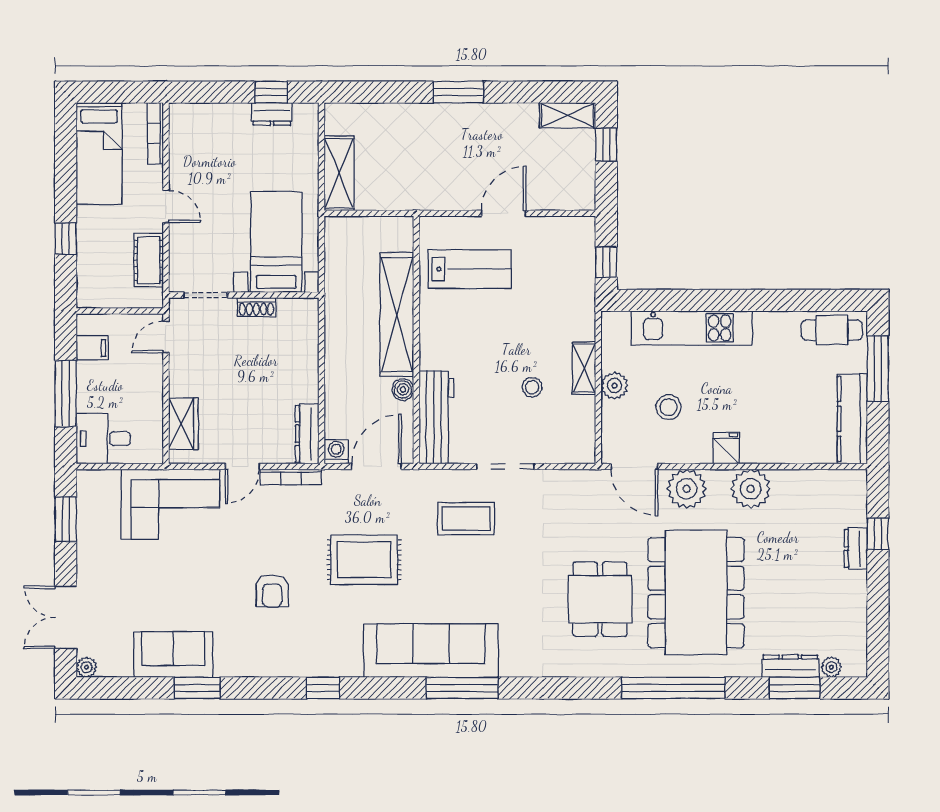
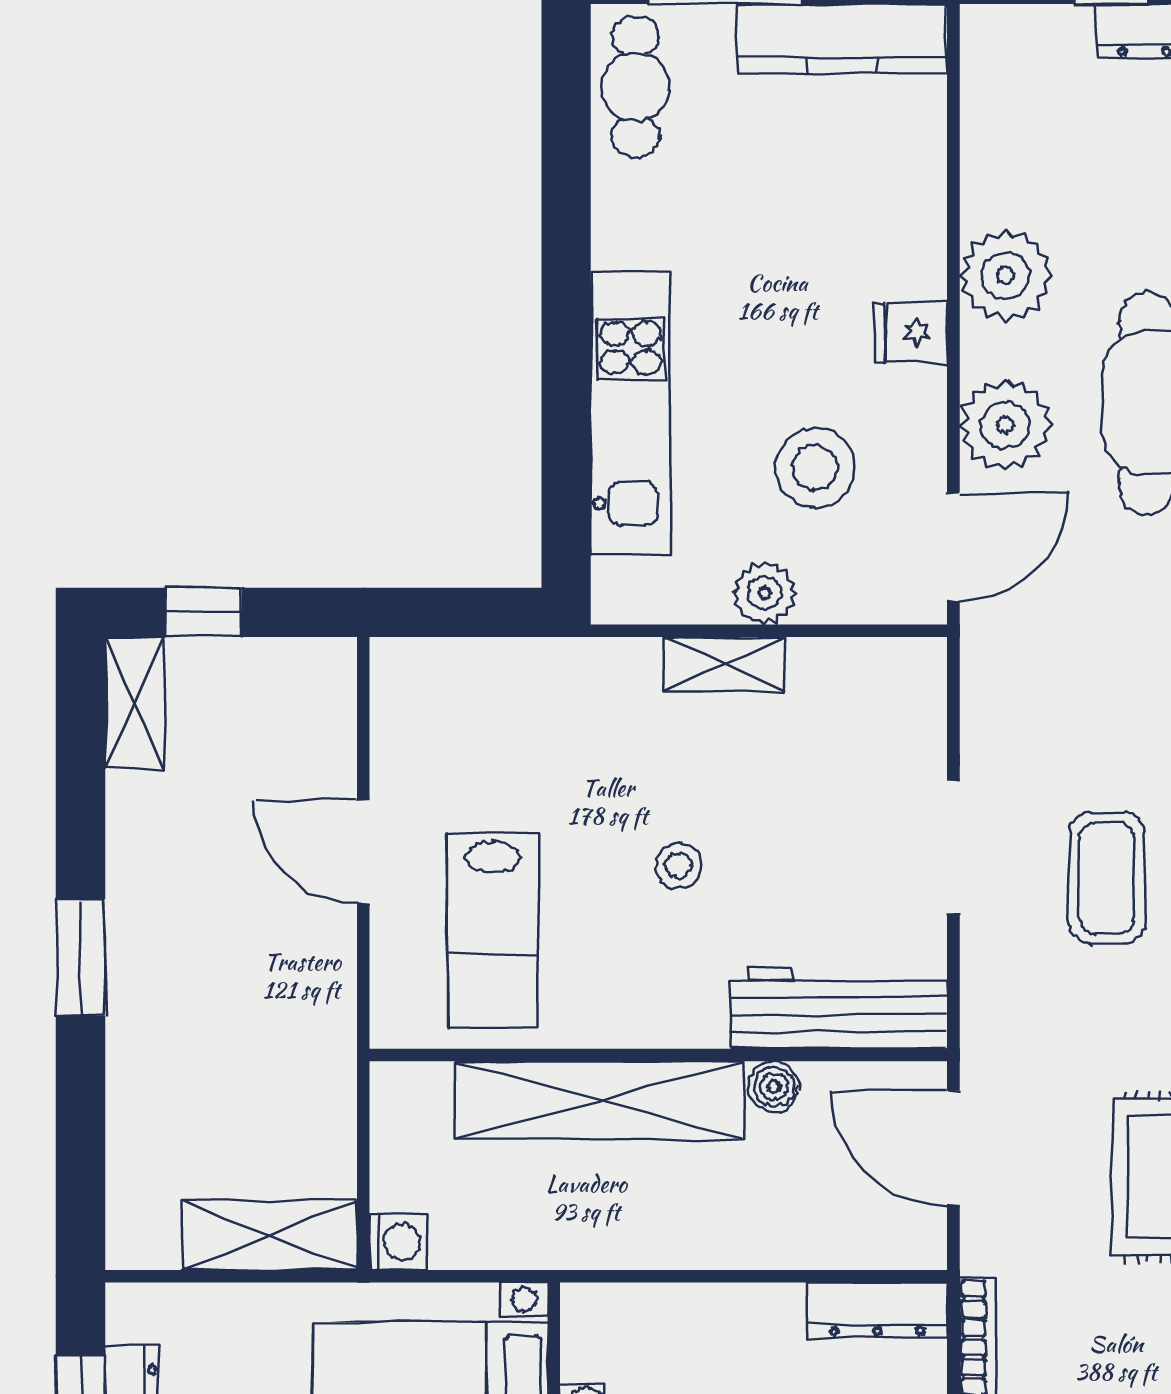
window: (606, 262) -> (477, 612), removed
lab bench: (470, 269) -> (493, 931), turned 180
stool: (532, 387) -> (678, 866), moved
stool: (668, 407) -> (815, 467), width x1.38, depth x1.38
washing machine: (336, 452) -> (398, 1242), moved, turned 180
coffee table: (466, 519) -> (1107, 878), moved

